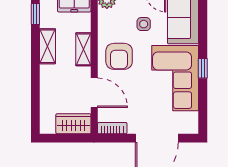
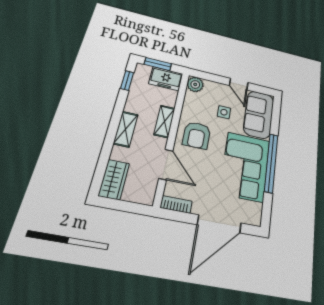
shelving: (48, 46) -> (126, 129), moved
window: (203, 68) -> (271, 163), width x3.17
wardrobe: (73, 124) -> (114, 179), moved, turned 90

